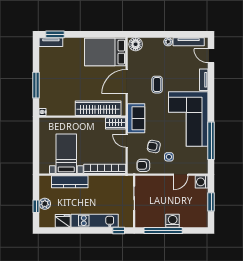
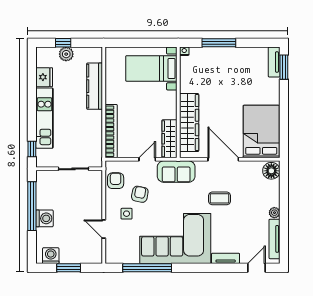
wardrobe: (116, 123) -> (169, 139), width x1.50
bed with nightstands: (66, 154) -> (151, 68), moved, turned 180
washing machine: (202, 182) -> (51, 256), moved

